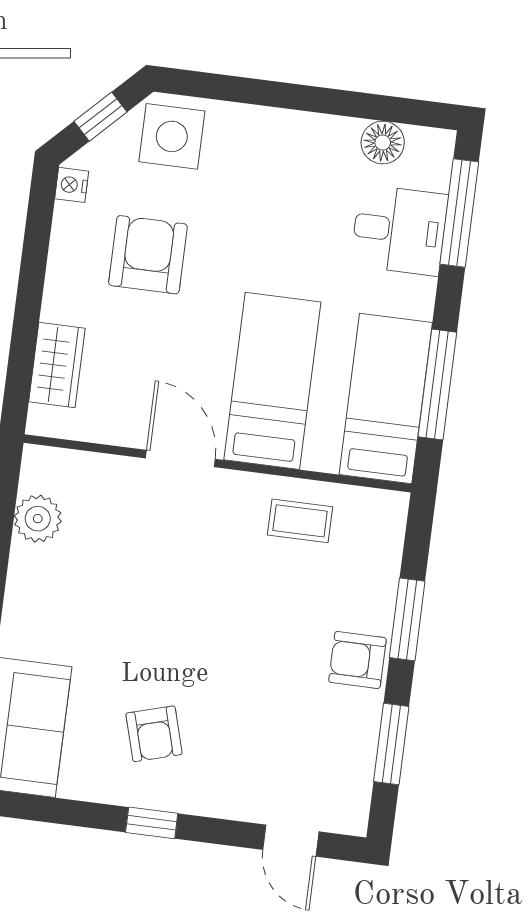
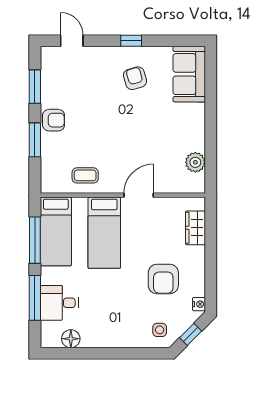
side table: (172, 136) -> (160, 330), width x0.54, depth x0.54
window: (459, 213) -> (35, 298), moved
door: (180, 459) -> (139, 195), swing flipped

